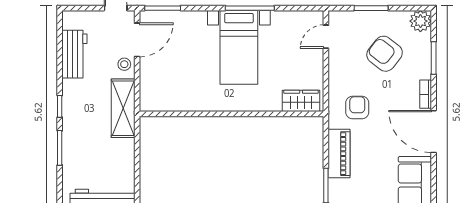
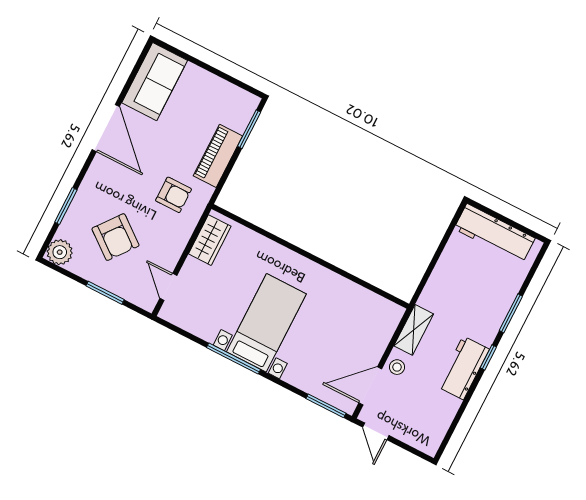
door: (326, 37) -> (168, 287), swing flipped
workbench: (74, 54) -> (463, 368), moved
bookcase: (426, 94) -> (94, 172), removed
wardrobe: (301, 101) -> (210, 240), moved, turned -90
shelving: (123, 108) -> (414, 330), width x0.67, depth x0.75
armchair: (357, 108) -> (174, 195), turned -90

